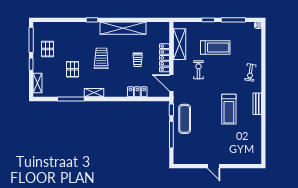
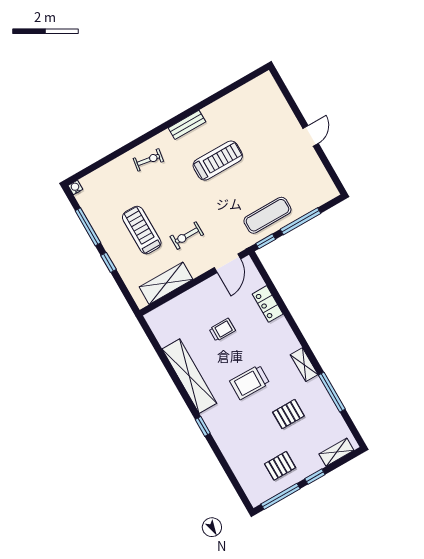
locker: (164, 58) -> (198, 293), removed

